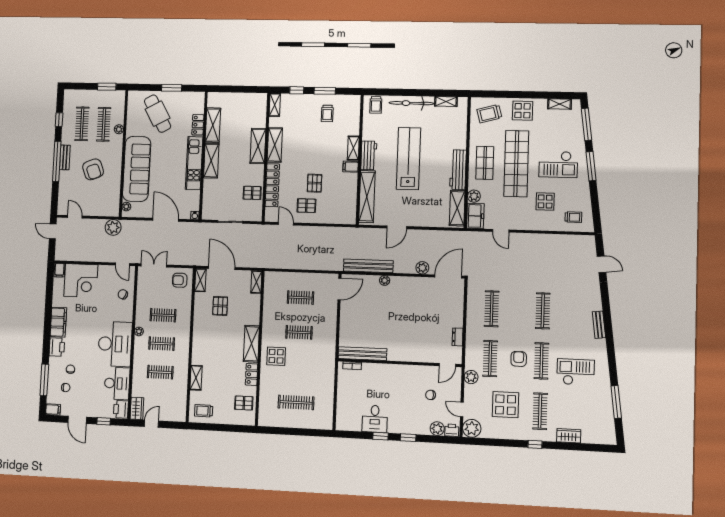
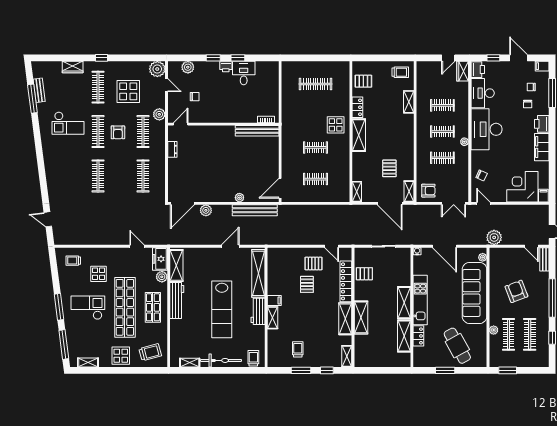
bench: (65, 157) -> (544, 259), moved
bench: (599, 325) -> (39, 90), moved
printer: (452, 430) -> (226, 66), moved

